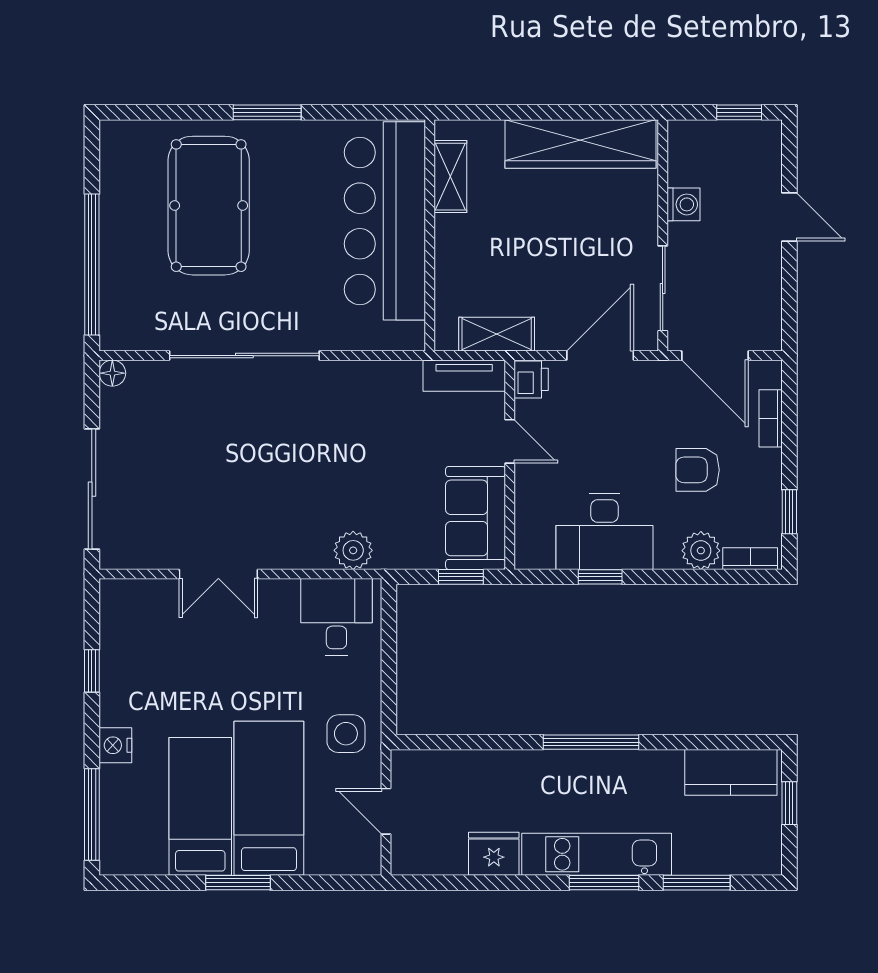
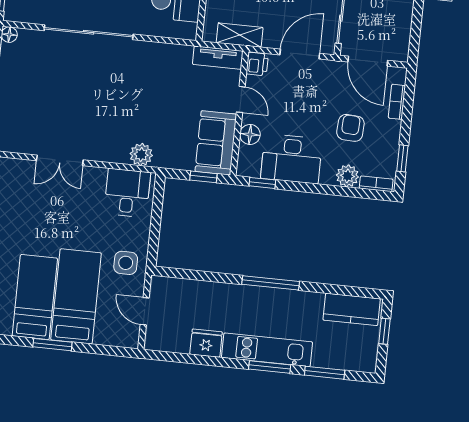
armchair: (698, 470) -> (350, 128), turned 93
floor lamp: (531, 498) -> (250, 134), added
window: (600, 577) -> (262, 183), moved

